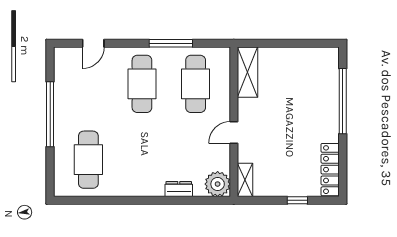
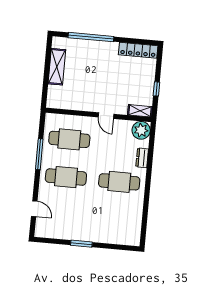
shelving: (248, 72) -> (57, 67), moved, turned 90
window: (50, 114) -> (81, 244), width x0.47
cafe table: (88, 160) -> (119, 182), moved
window: (297, 200) -> (156, 89), moved

